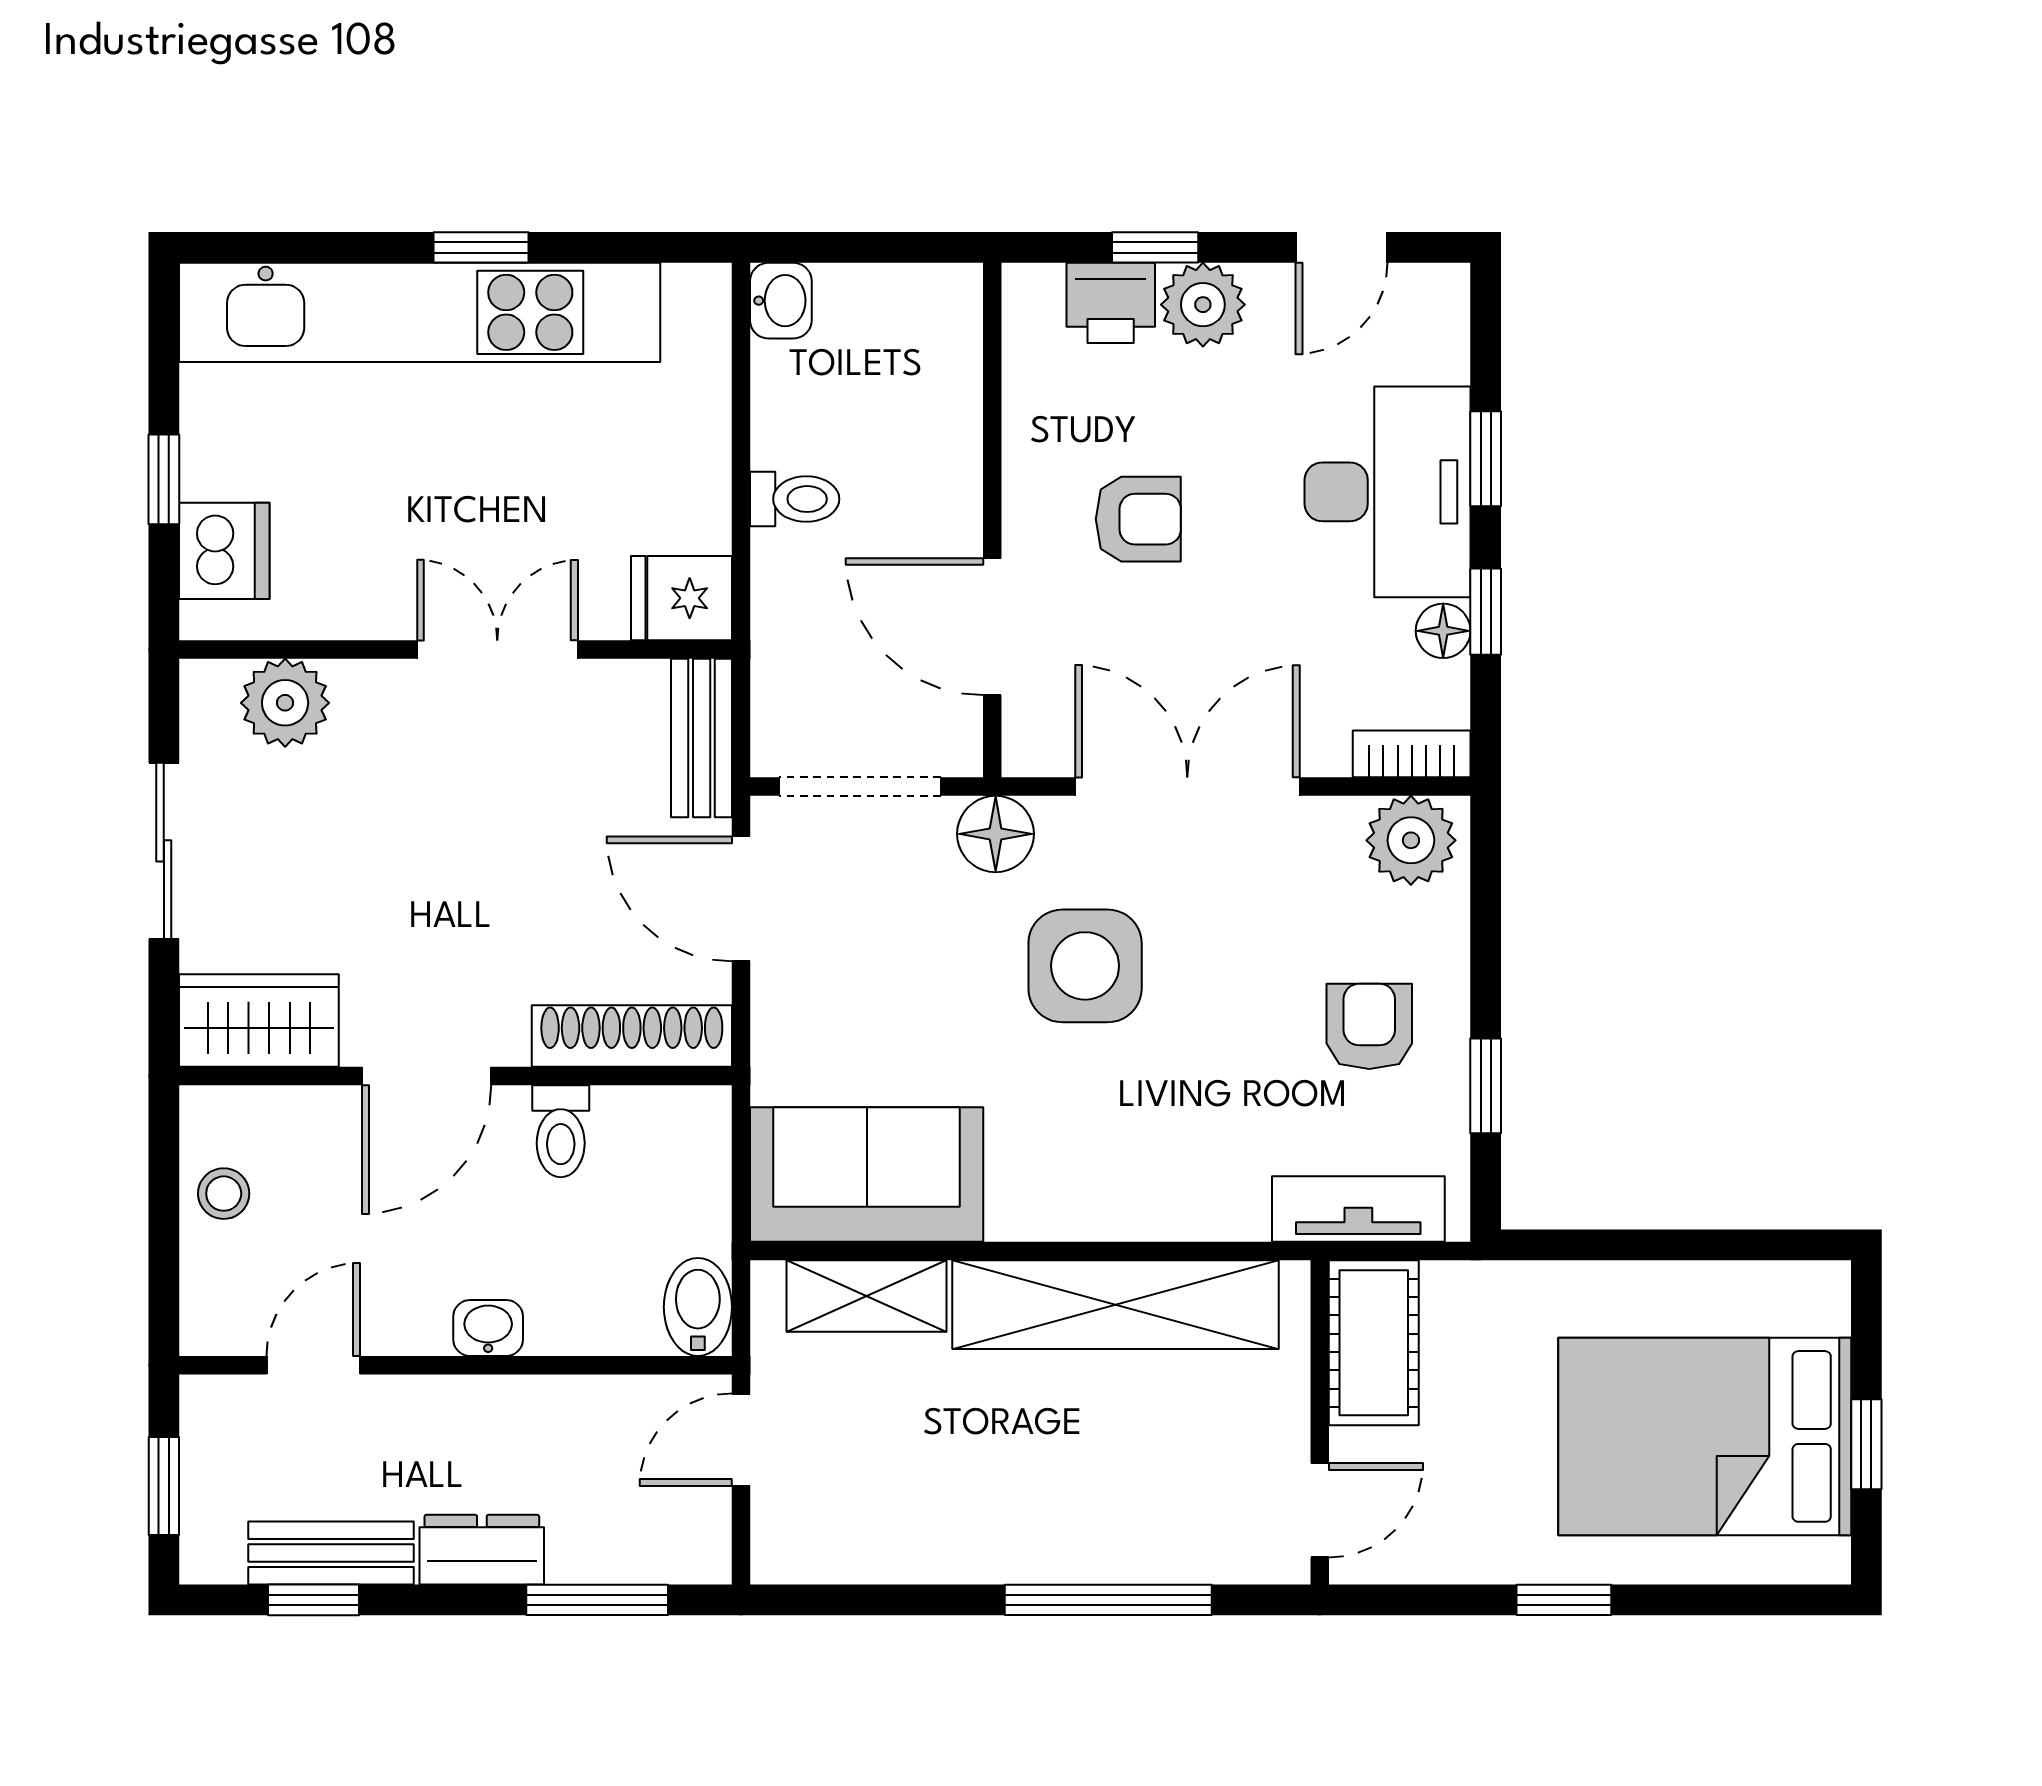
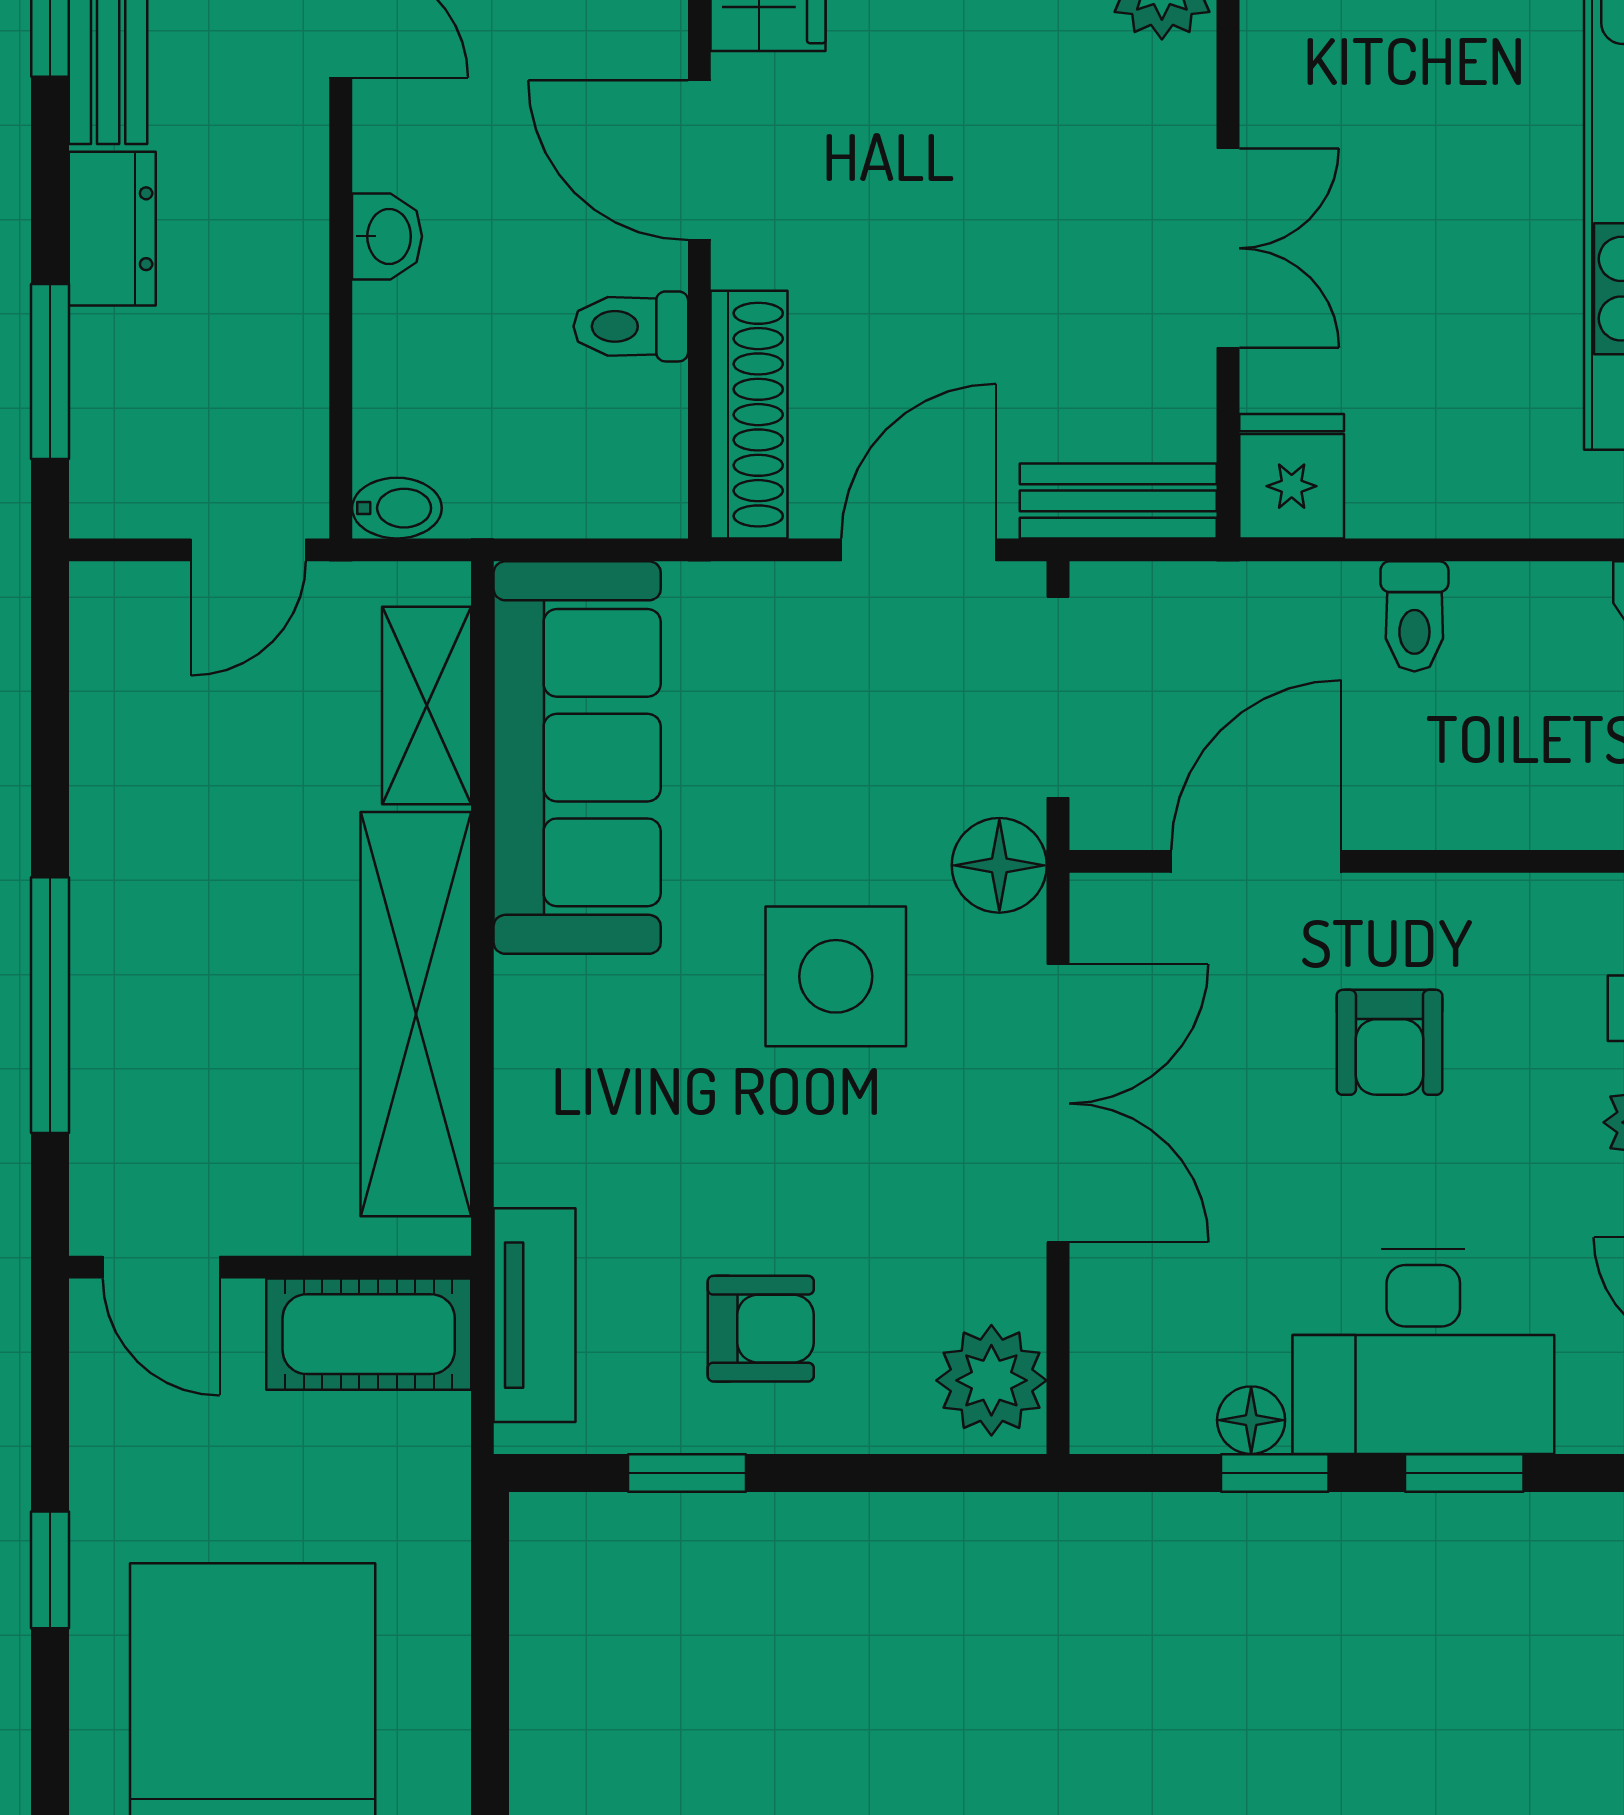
bookcase: (1412, 754) -> (1099, 1381), removed
sofa: (867, 1175) -> (577, 758), width x1.36
bidet: (698, 1307) -> (397, 508), width x0.72, depth x0.74
door: (741, 1440) -> (248, 550), swing flipped

